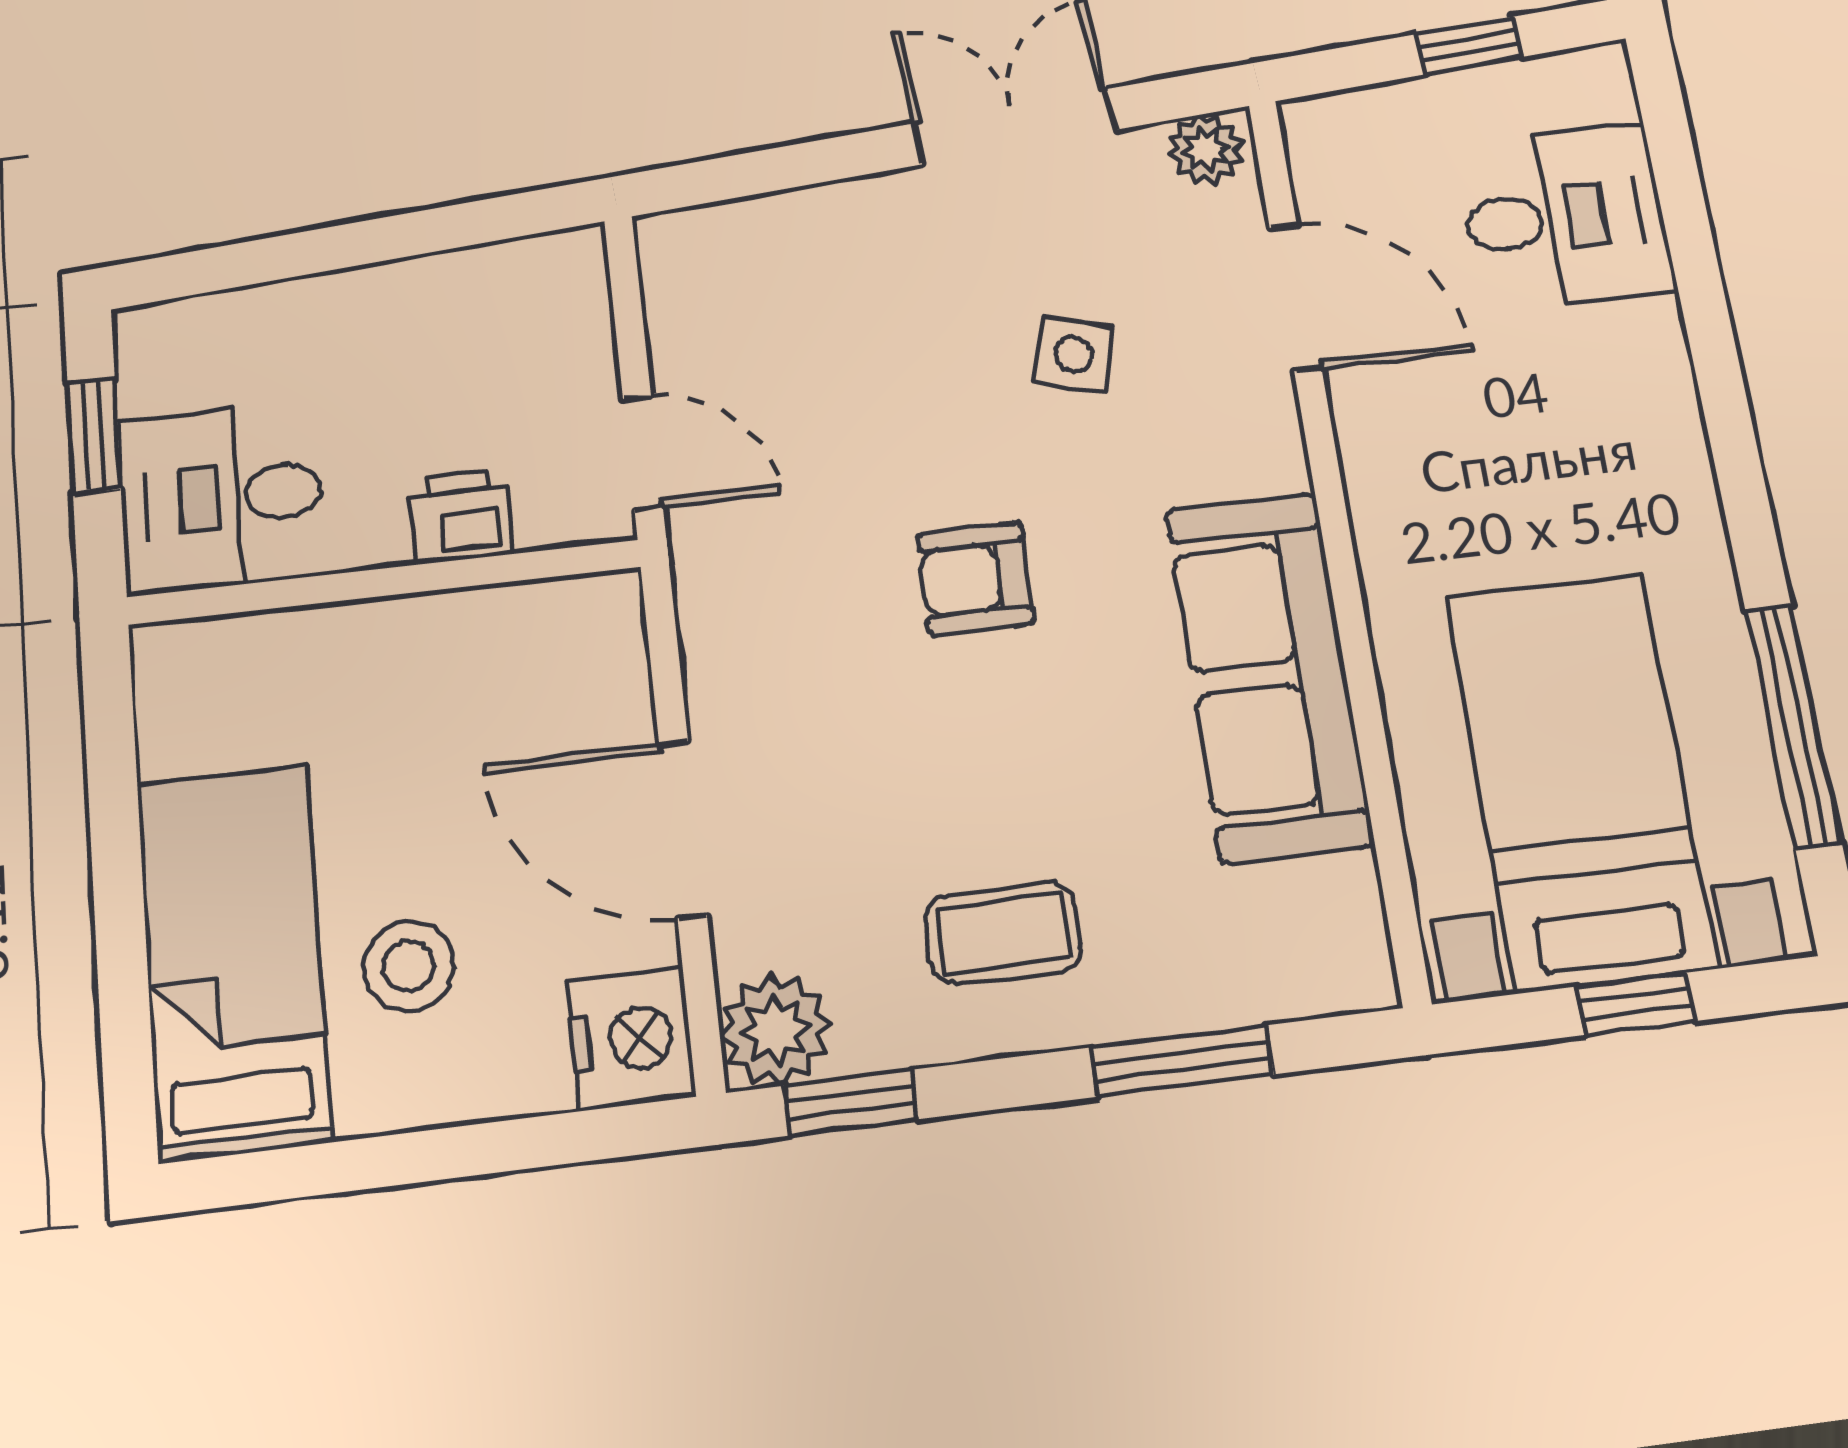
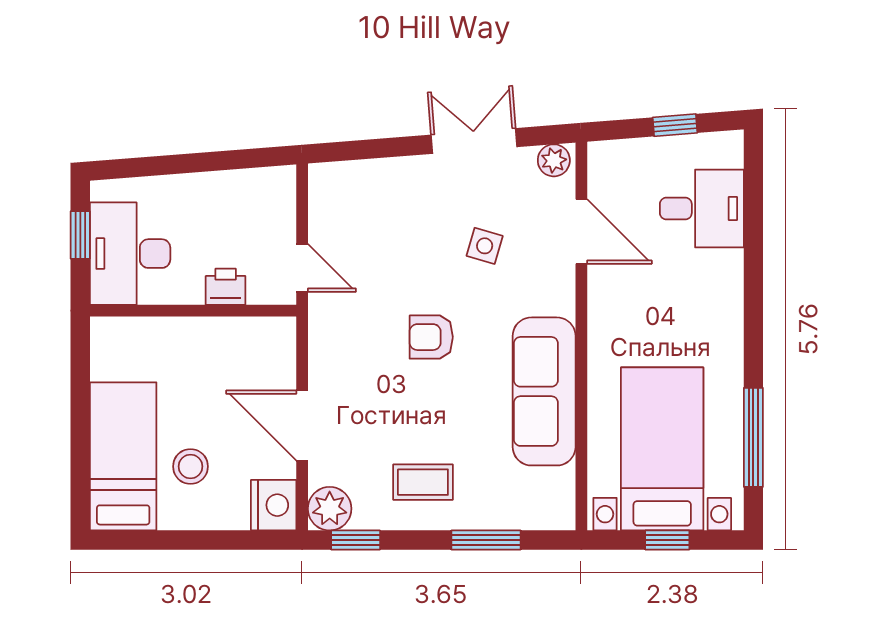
desk: (222, 498) -> (130, 254), width x1.37

